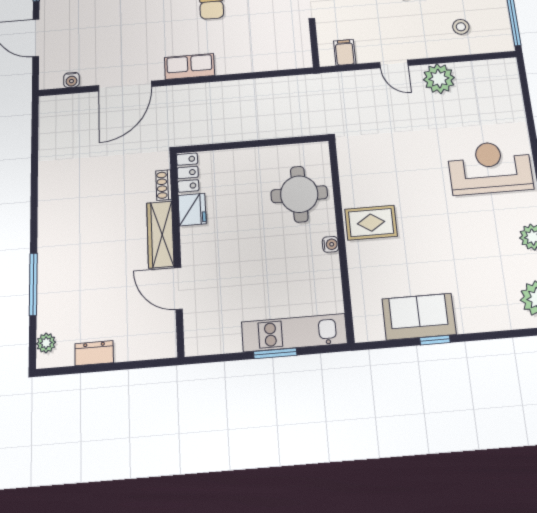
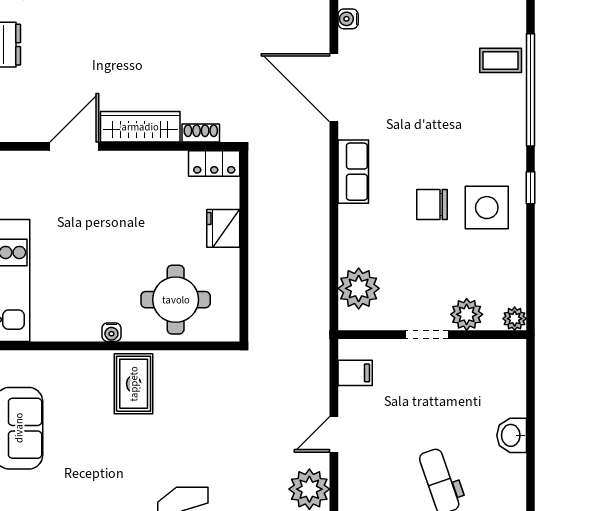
plant: (279, 55) -> (359, 288), added
fridge: (192, 210) -> (223, 228), moved, turned 90

